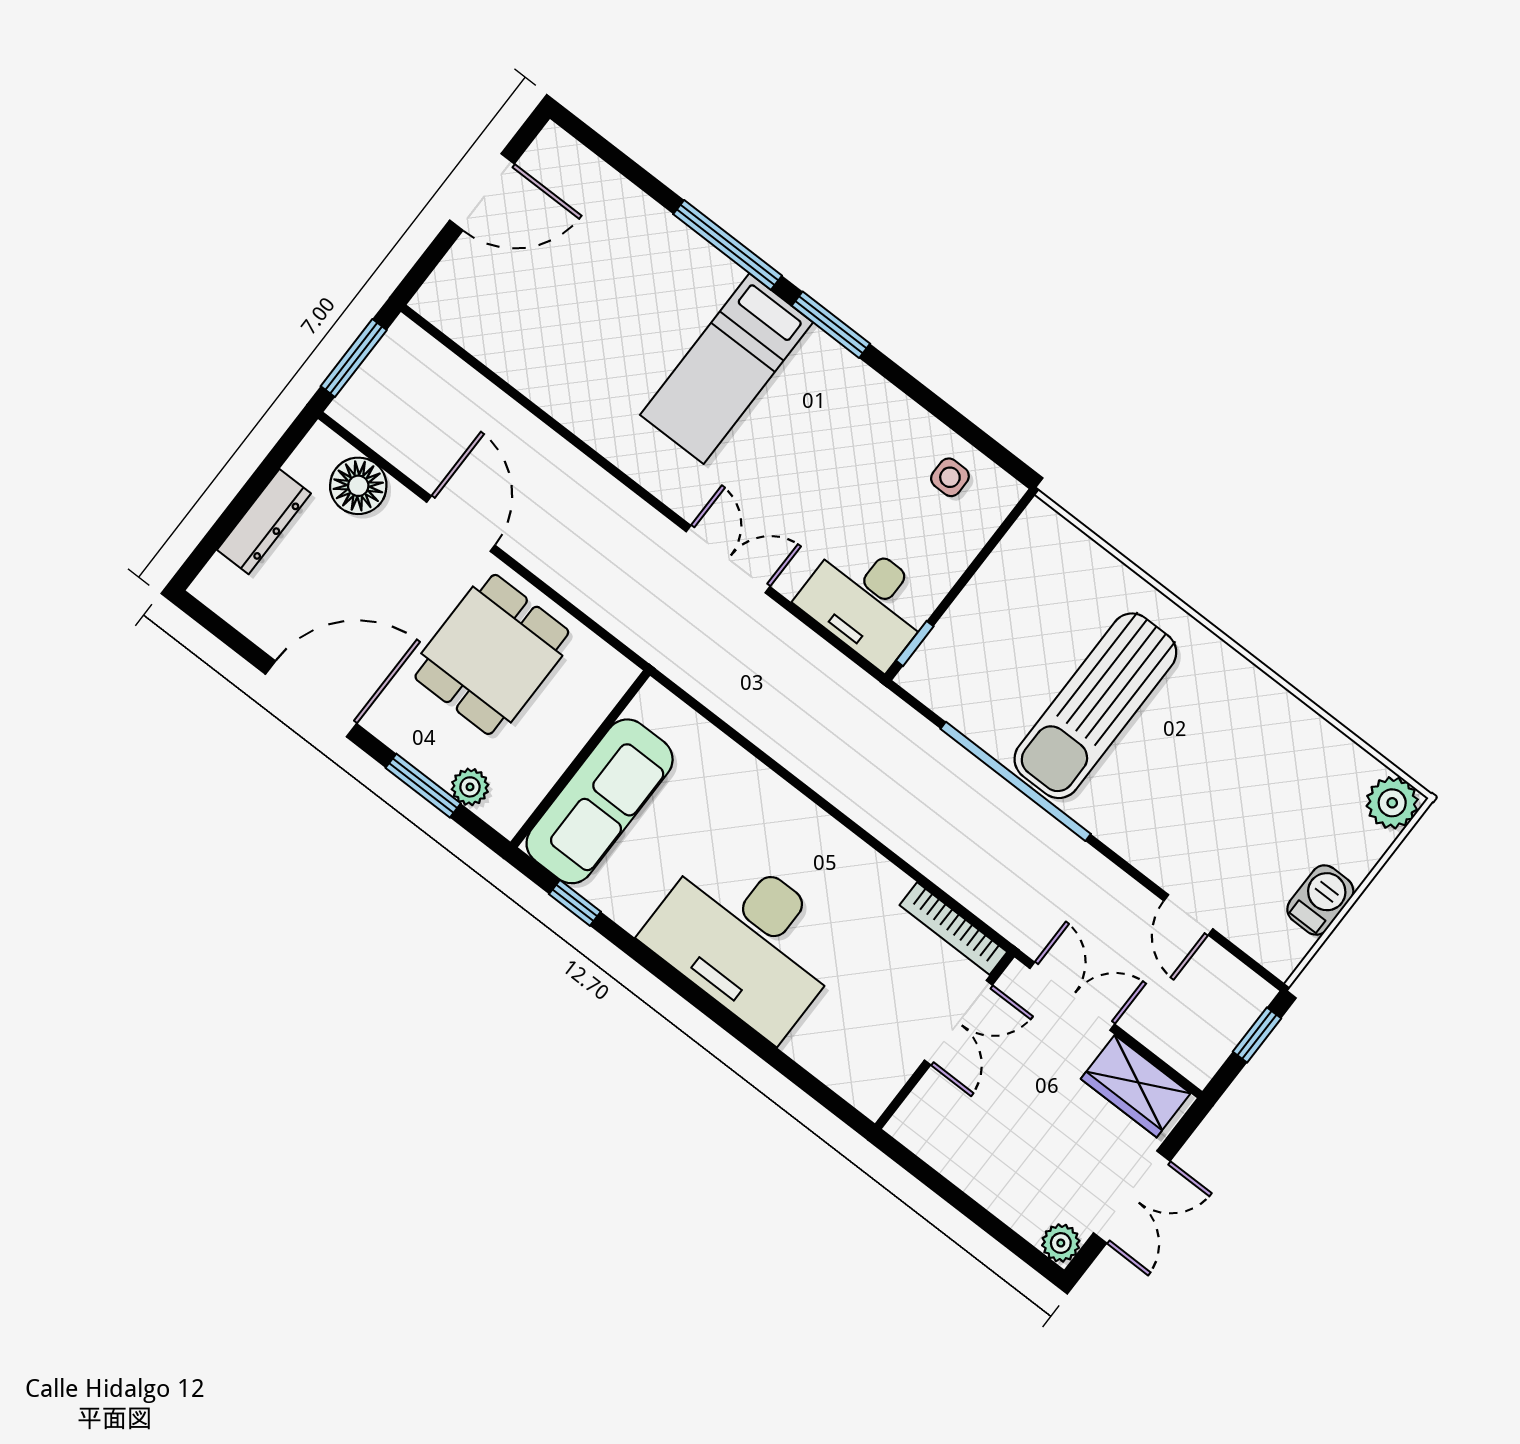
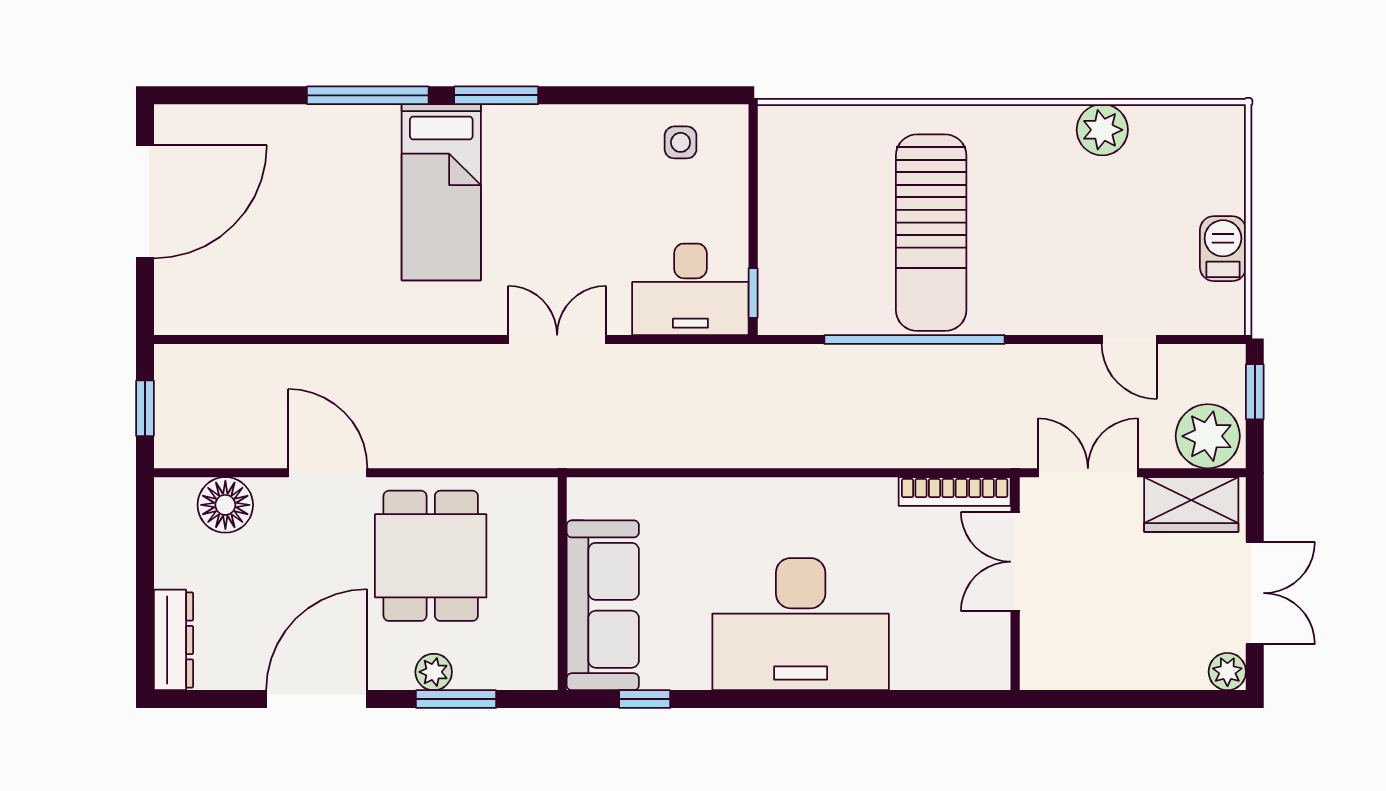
door: (482, 192) -> (145, 202), width x1.36
window: (354, 358) -> (145, 408), width x0.67
dresser: (264, 522) -> (173, 640), moved
plant: (470, 787) -> (434, 672), moved
plant: (1392, 803) -> (1102, 130), moved
double door: (958, 1023) -> (1015, 562), swing flipped
plant: (1191, 1041) -> (1208, 436), added

